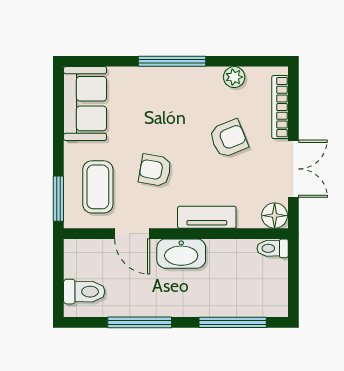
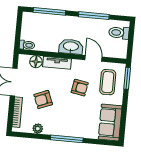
floor lamp: (275, 216) -> (36, 62), moved

